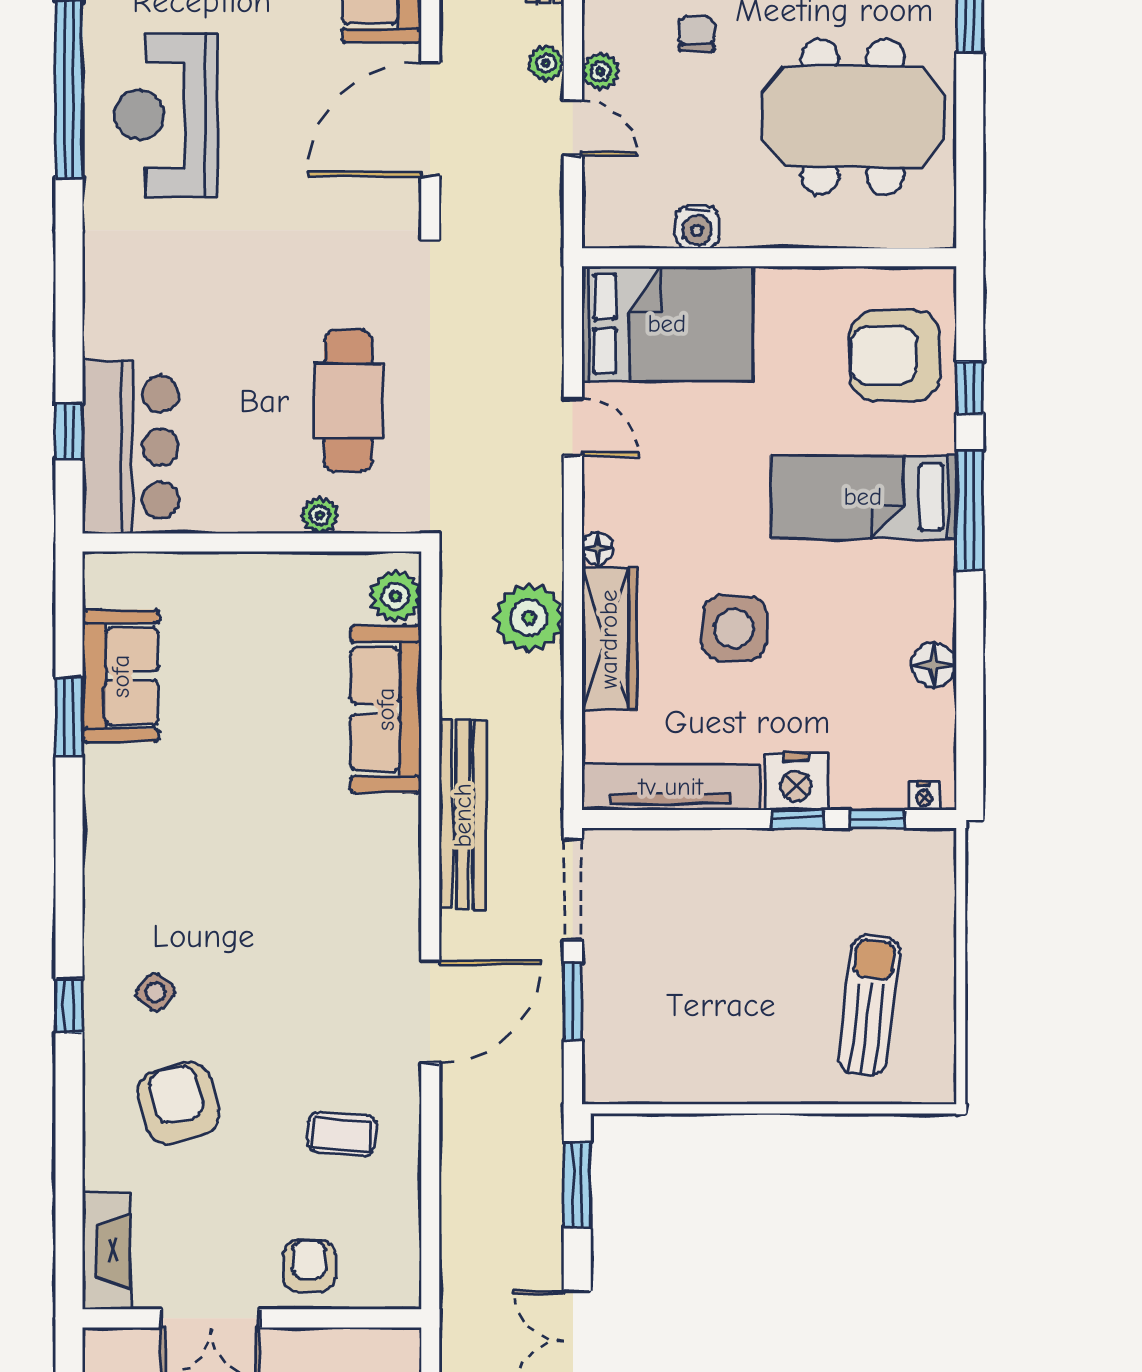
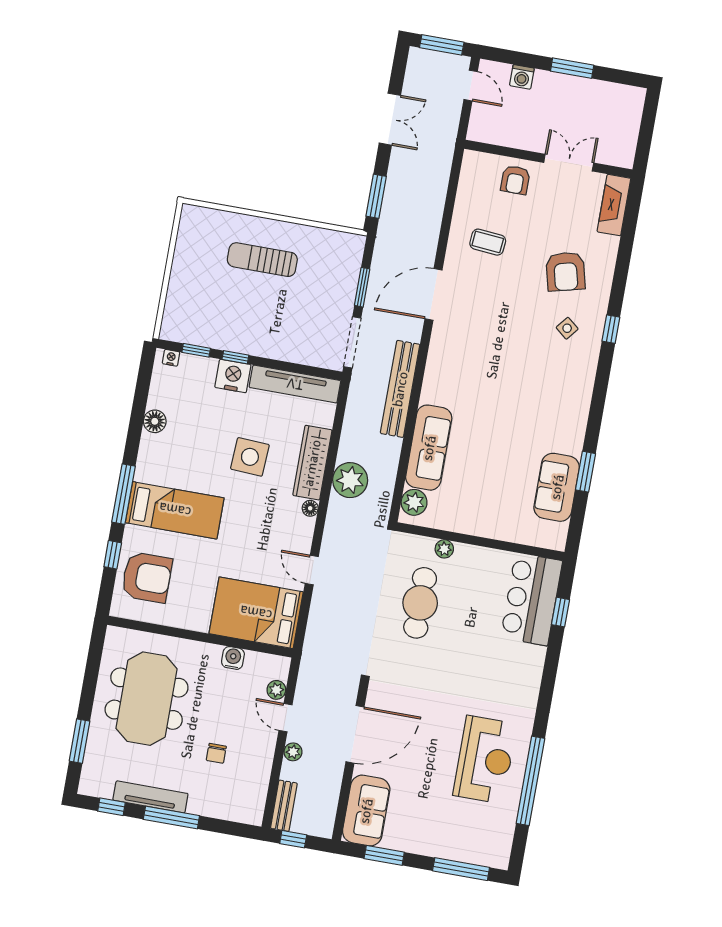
plant: (600, 71) -> (276, 690), moved
meeting table: (853, 117) -> (147, 699), turned 90
sun lounger: (869, 1005) -> (262, 260), moved, turned 83

